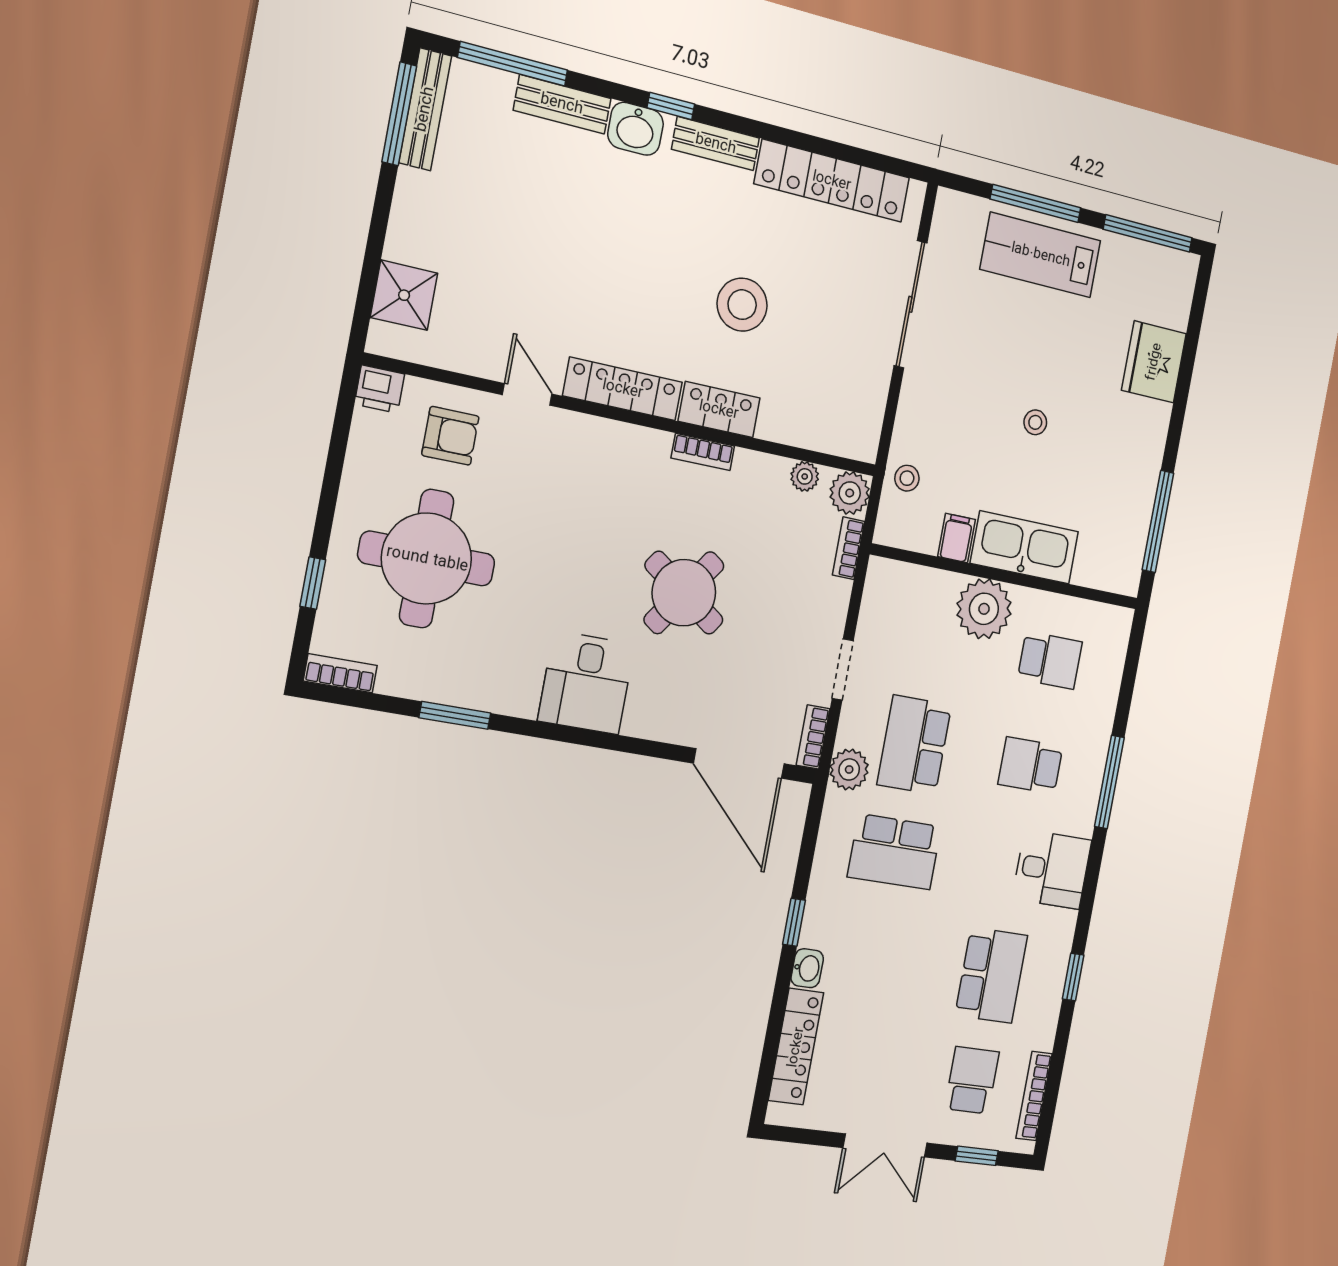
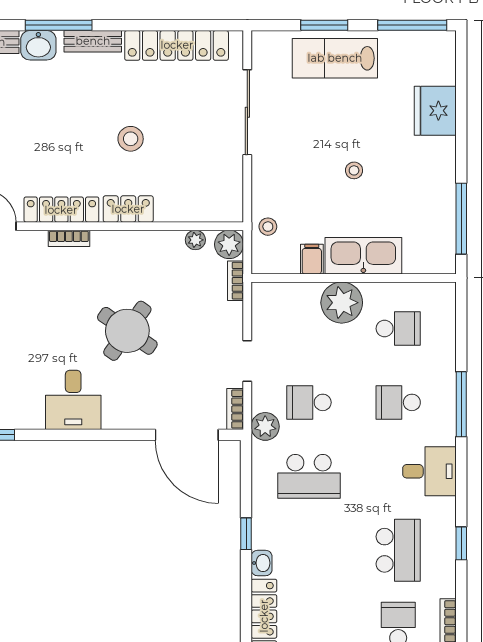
window: (671, 106) -> (59, 25), width x2.17
window: (1036, 203) -> (324, 25), width x0.69
stool: (742, 305) -> (131, 139), width x0.73, depth x0.73
bookcase: (703, 452) -> (69, 238), moved
school desk: (914, 745) -> (309, 402), width x0.54

